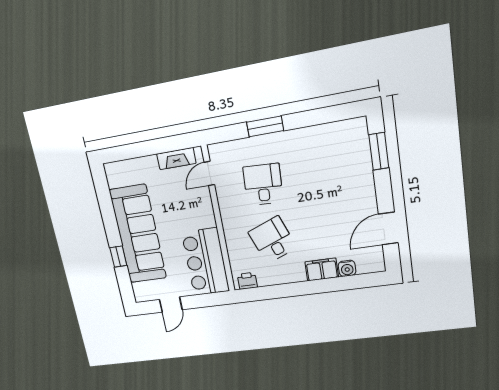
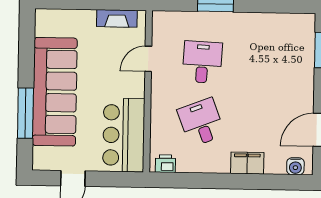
door: (209, 174) -> (148, 59), moved
window: (118, 256) -> (25, 113), width x2.17
water cooler: (347, 268) -> (295, 166), moved

